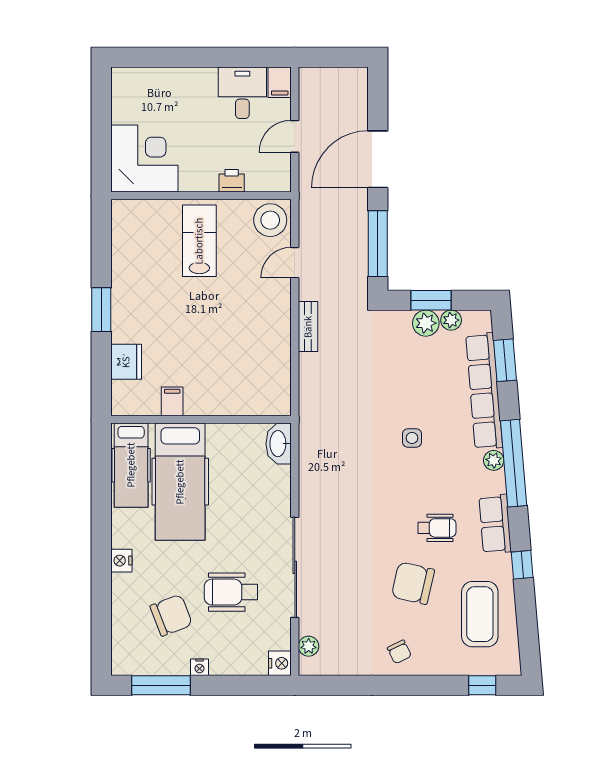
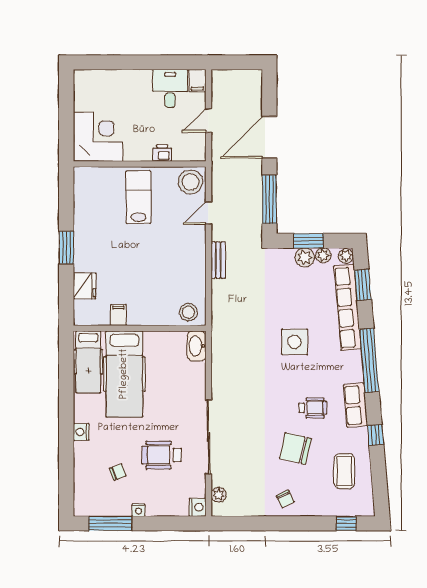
stool: (267, 398) -> (188, 312), added
side table: (412, 438) -> (295, 342), width x1.87, depth x1.87
plant: (494, 460) -> (346, 256), moved
coffee table: (480, 614) -> (344, 471), width x0.73, depth x0.76
chair: (171, 615) -> (118, 472), width x0.54, depth x0.54

